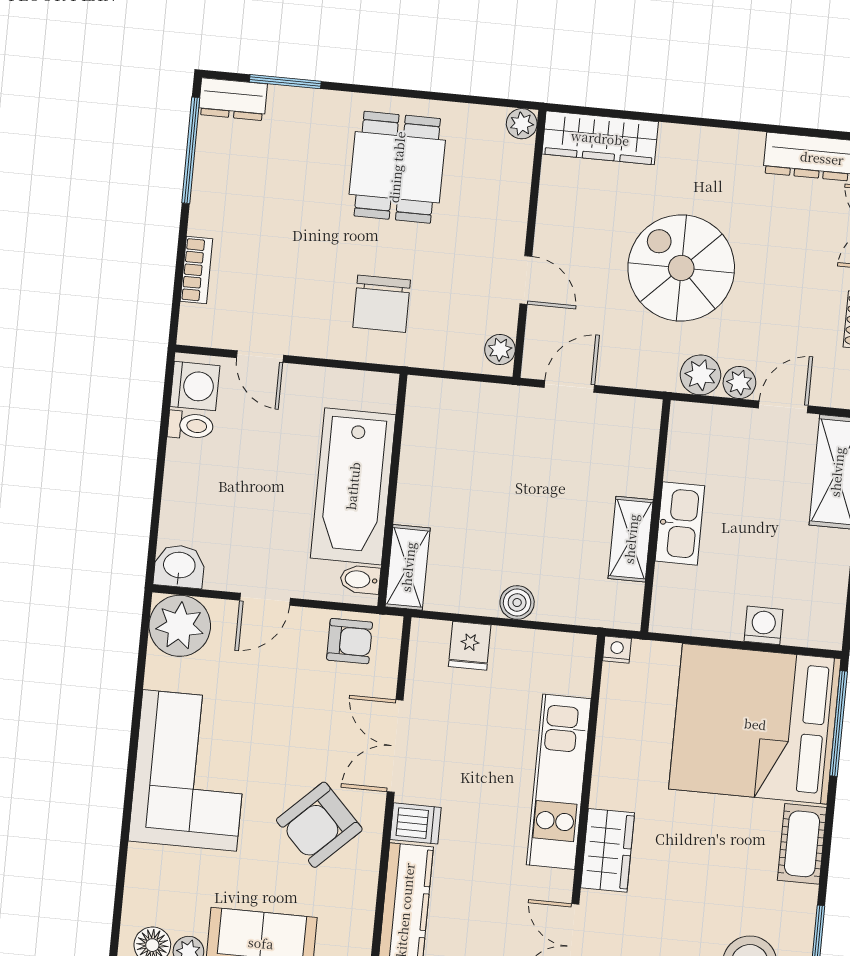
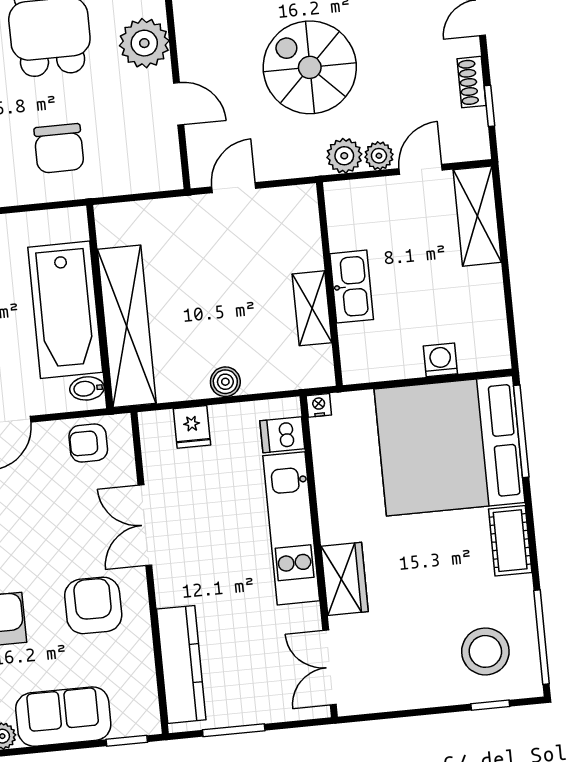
plant: (500, 350) -> (144, 43), moved, width x1.87, depth x1.87
shelving: (408, 567) -> (127, 326), width x2.20, depth x1.33
armchair: (350, 641) -> (88, 443), turned 180
dishwasher: (416, 823) -> (282, 435), moved, turned 180
armchair: (319, 825) -> (93, 605), turned 134

